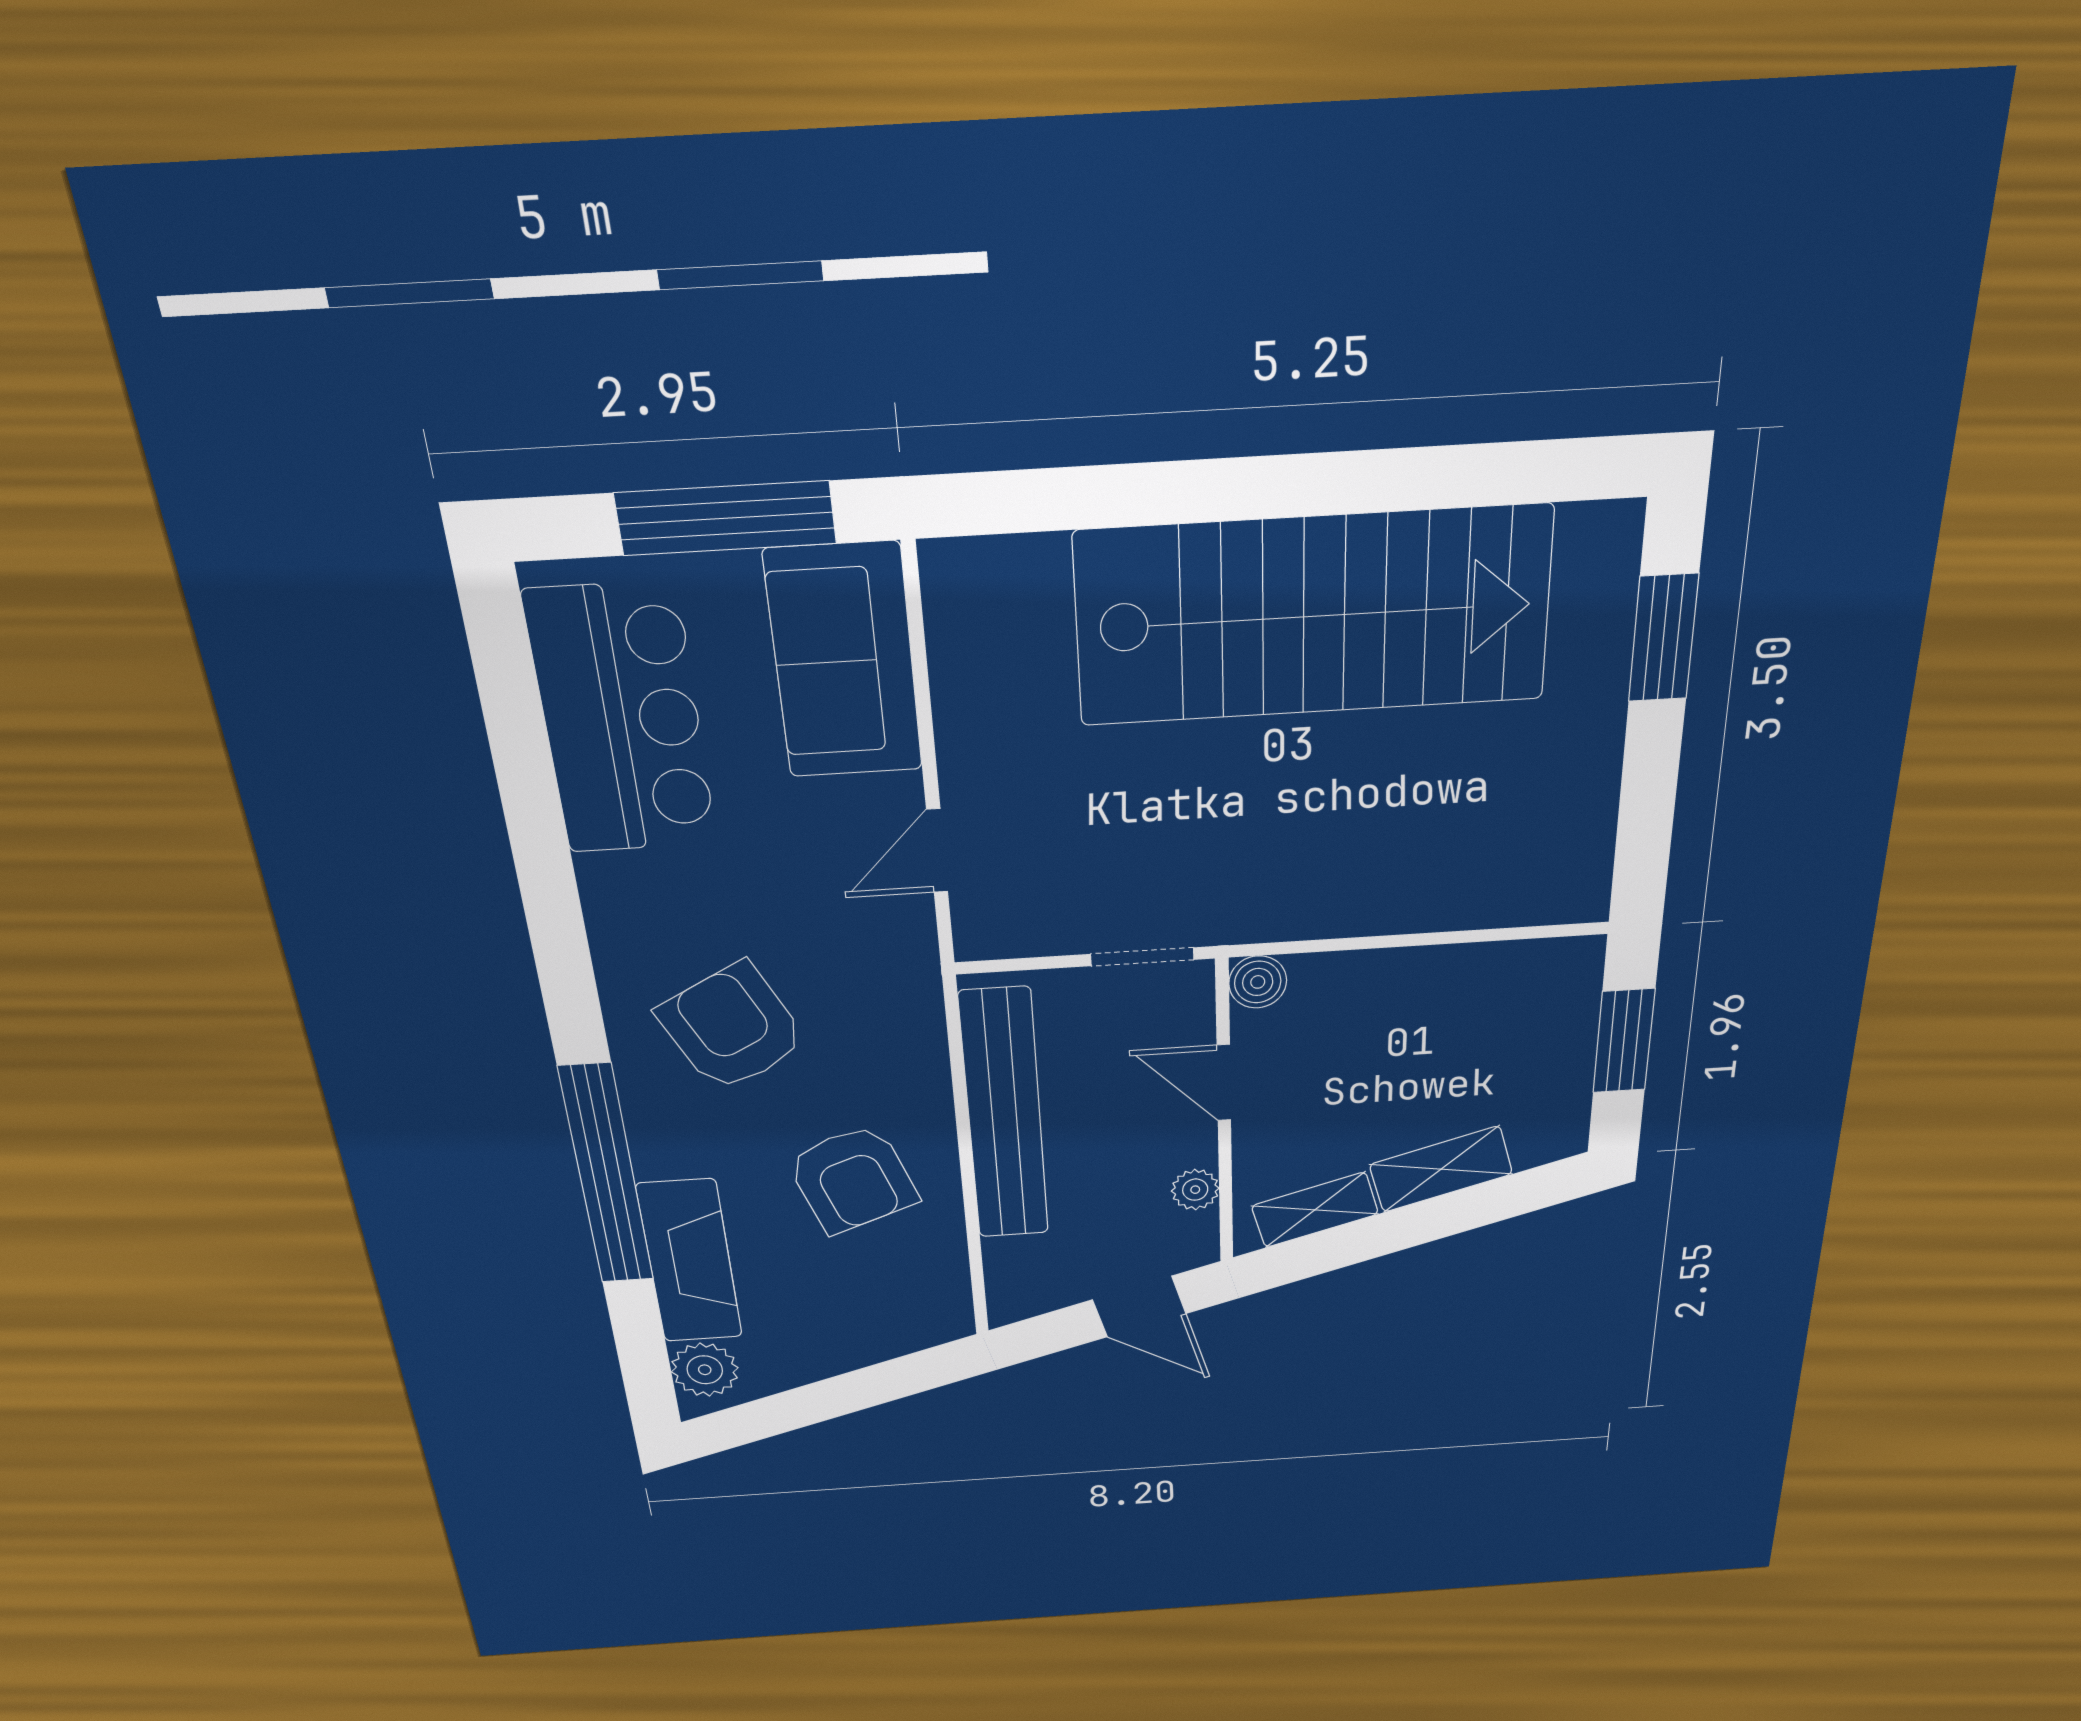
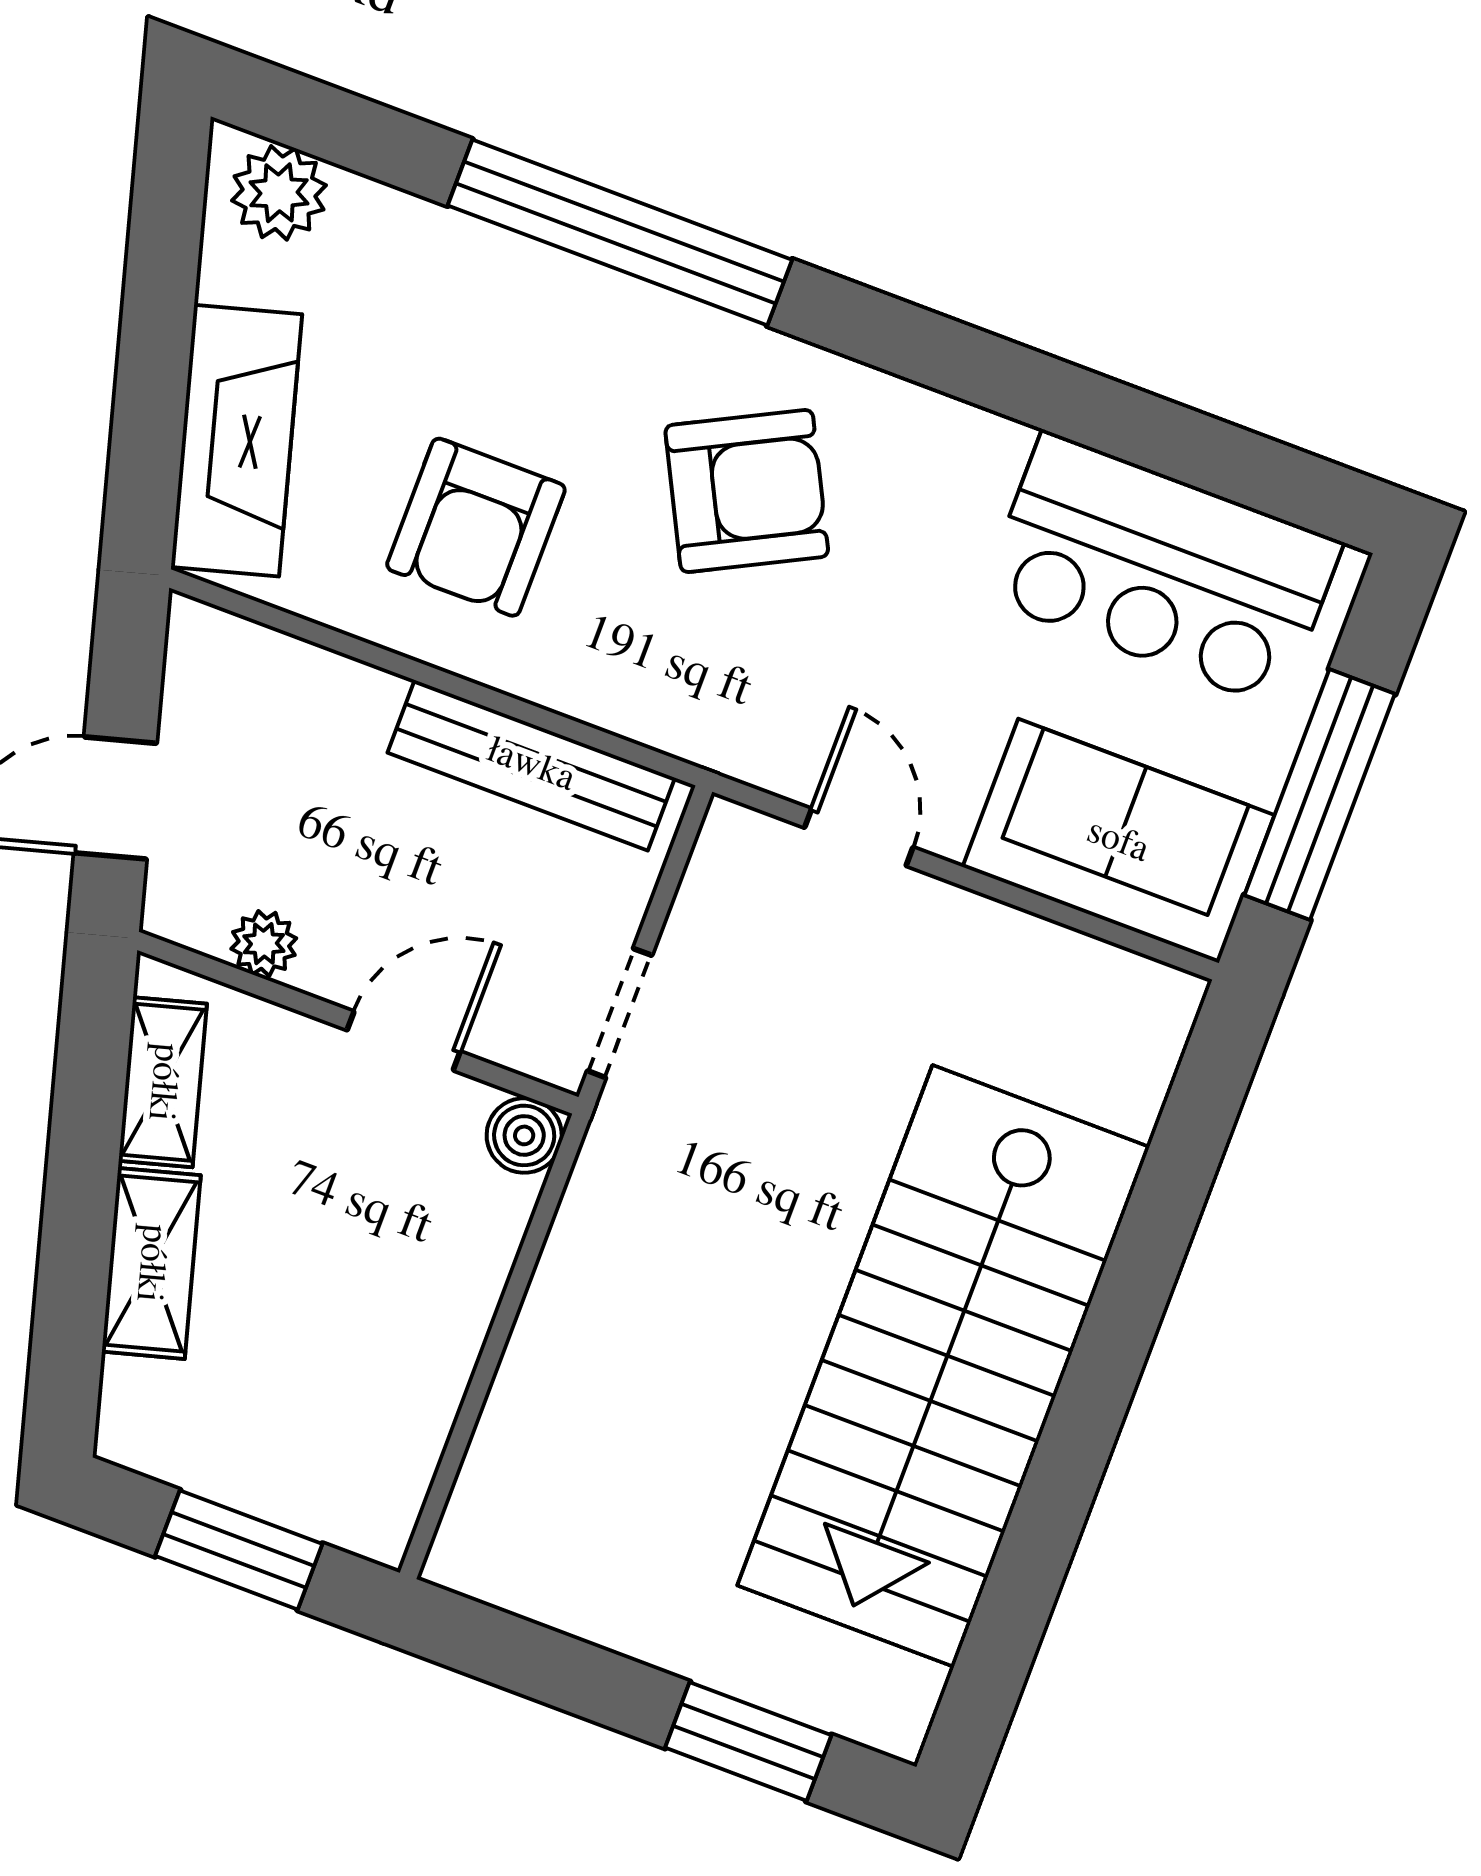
bench: (1004, 1115) -> (531, 765), width x0.73, depth x0.82
armchair: (852, 1179) -> (476, 527), turned -70
fireplace: (690, 1261) -> (236, 441), moved, turned -106

